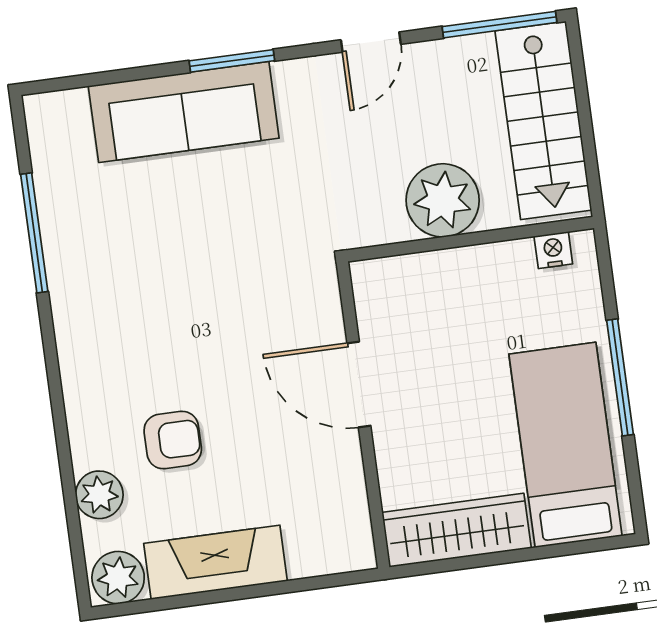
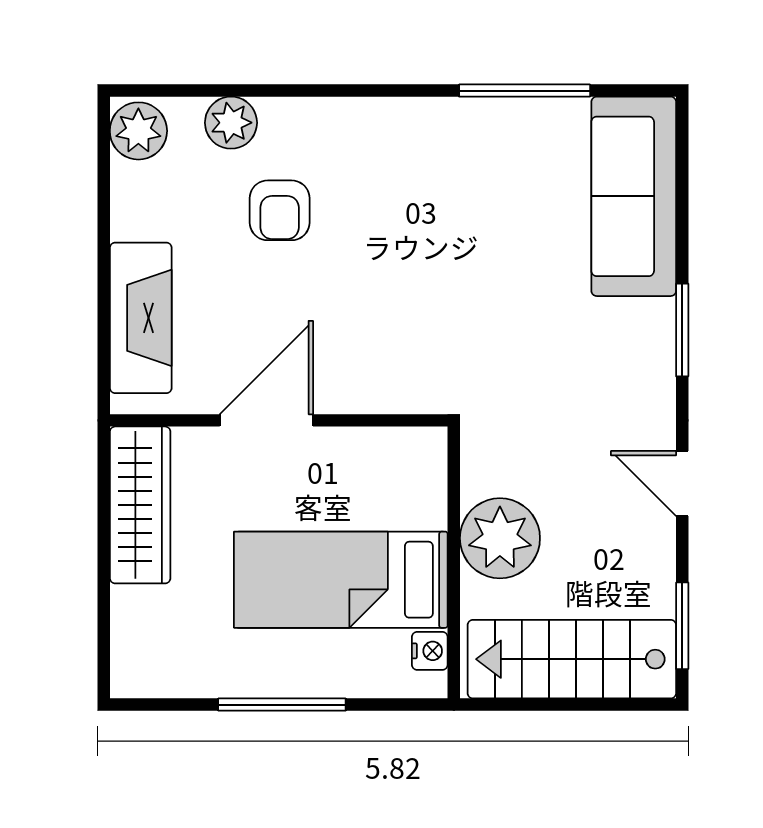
window: (500, 25) -> (682, 626), width x0.69
sofa: (184, 112) -> (634, 196), moved
door: (359, 384) -> (266, 420), moved
bed: (565, 445) -> (341, 580), moved, turned 180
fireplace: (216, 562) -> (141, 318), moved

